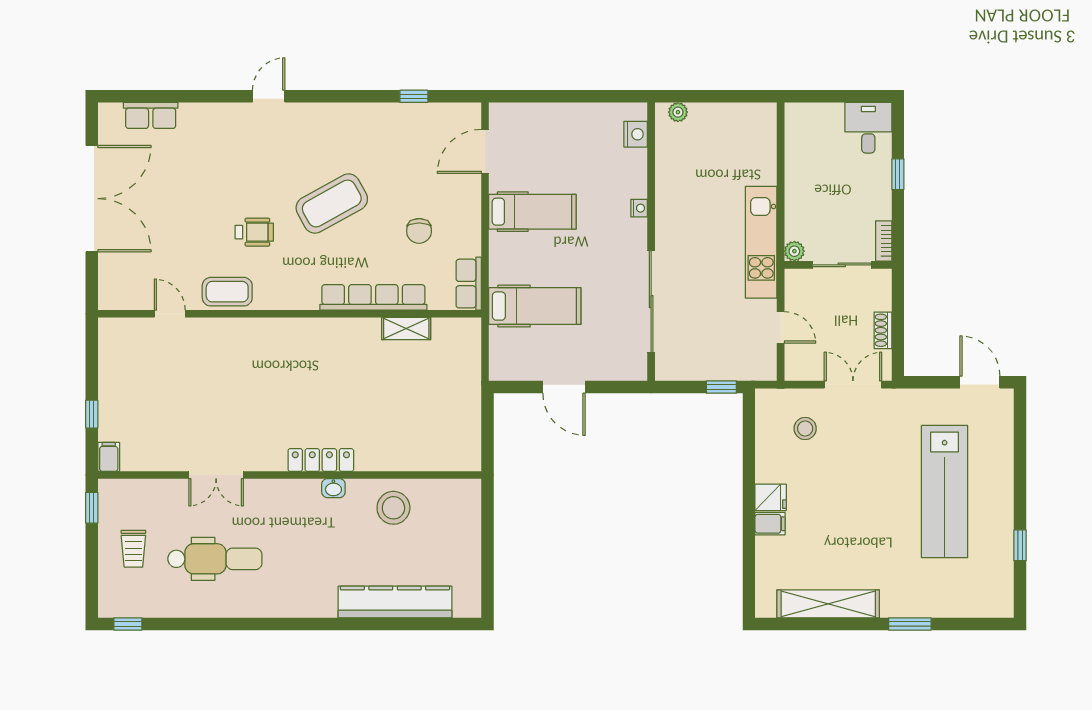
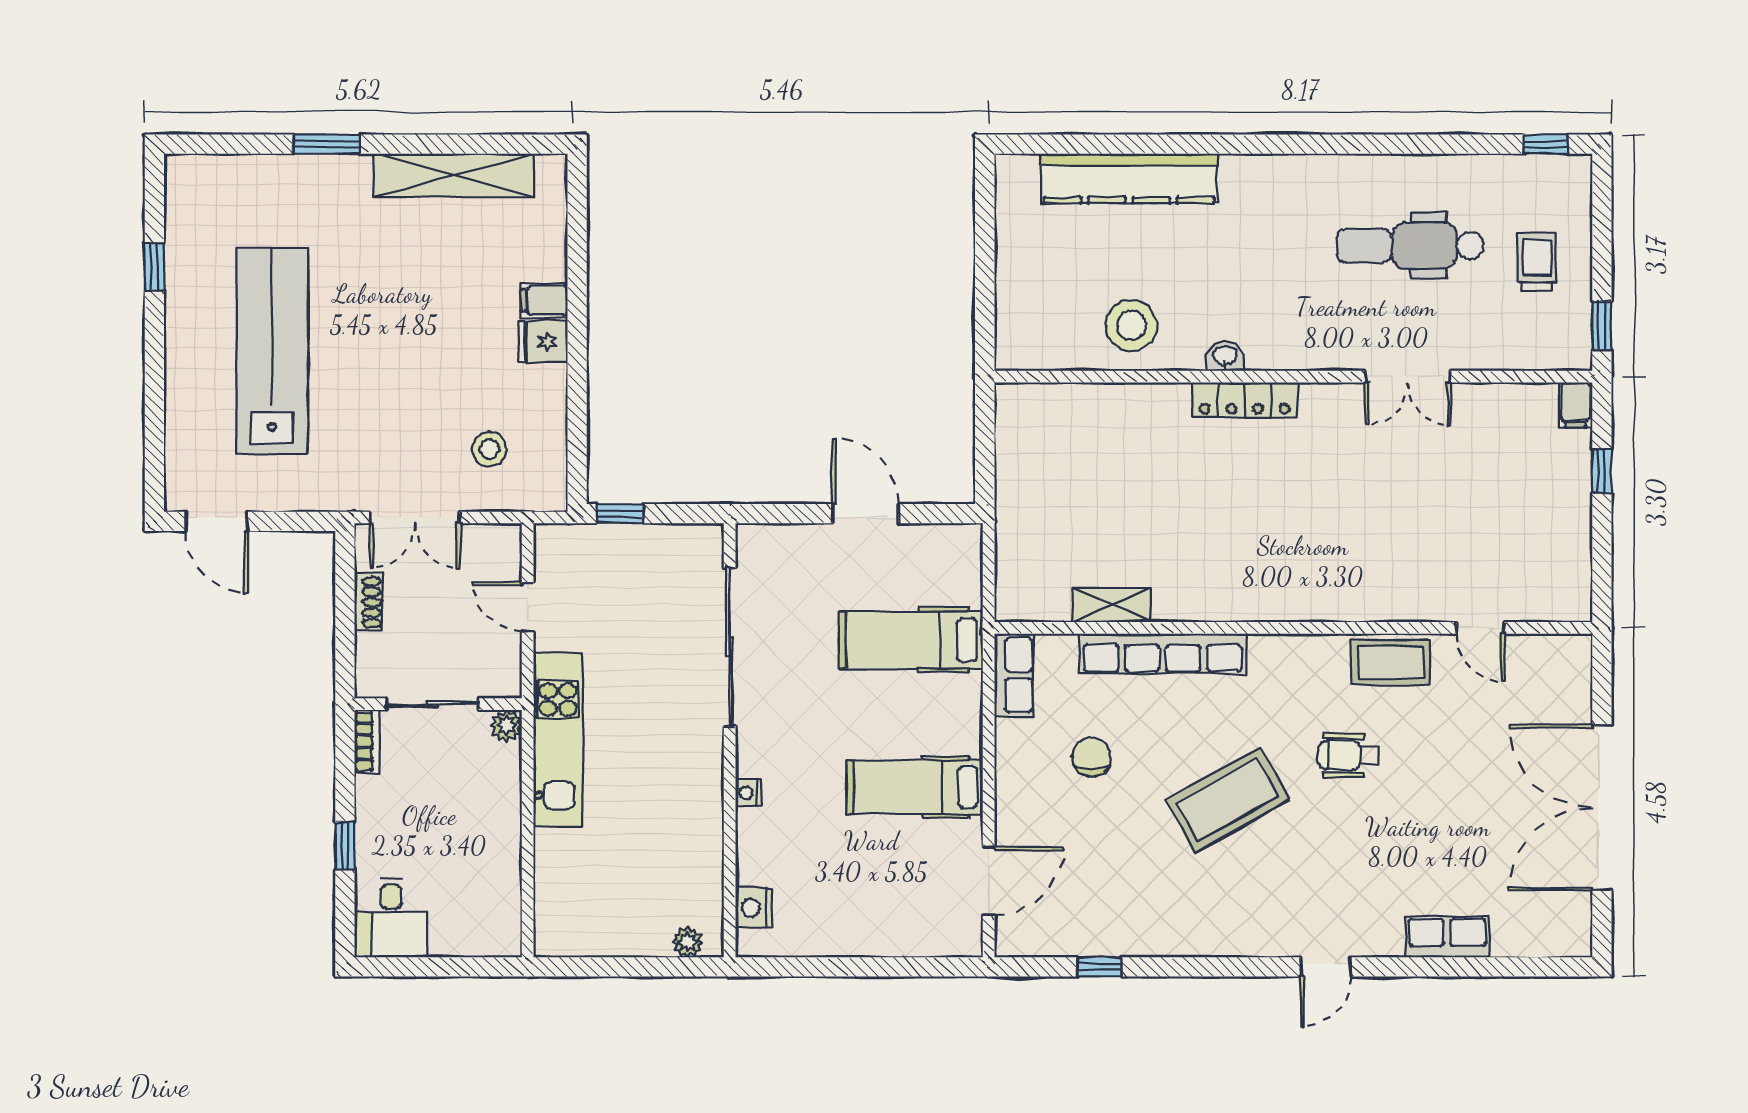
row of seats: (151, 115) -> (1447, 937), moved
double door: (216, 475) -> (1408, 377), swing flipped

